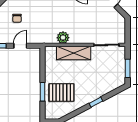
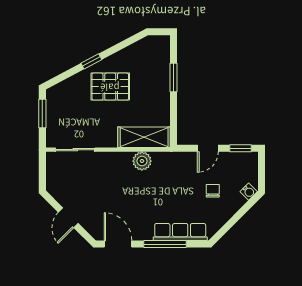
shelving: (74, 53) -> (144, 137), moved
pallet: (61, 93) -> (110, 87), moved

